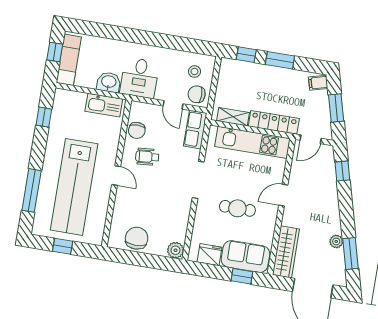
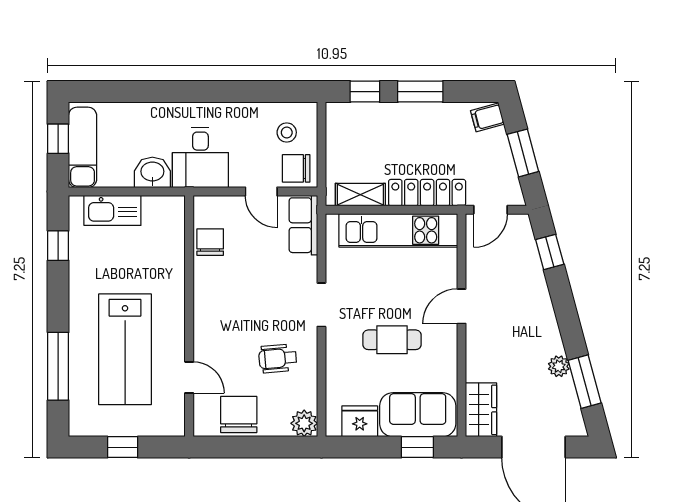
kitchen sink: (104, 105) -> (112, 210), moved
chair: (137, 130) -> (210, 242), turned 180
wheelchair: (147, 157) -> (278, 358), moved
door: (116, 175) -> (189, 377), moved
doorway: (198, 180) -> (321, 305), width x0.73
lab bench: (74, 187) -> (125, 349), width x0.73
wardrobe: (286, 252) -> (481, 410), width x0.67

